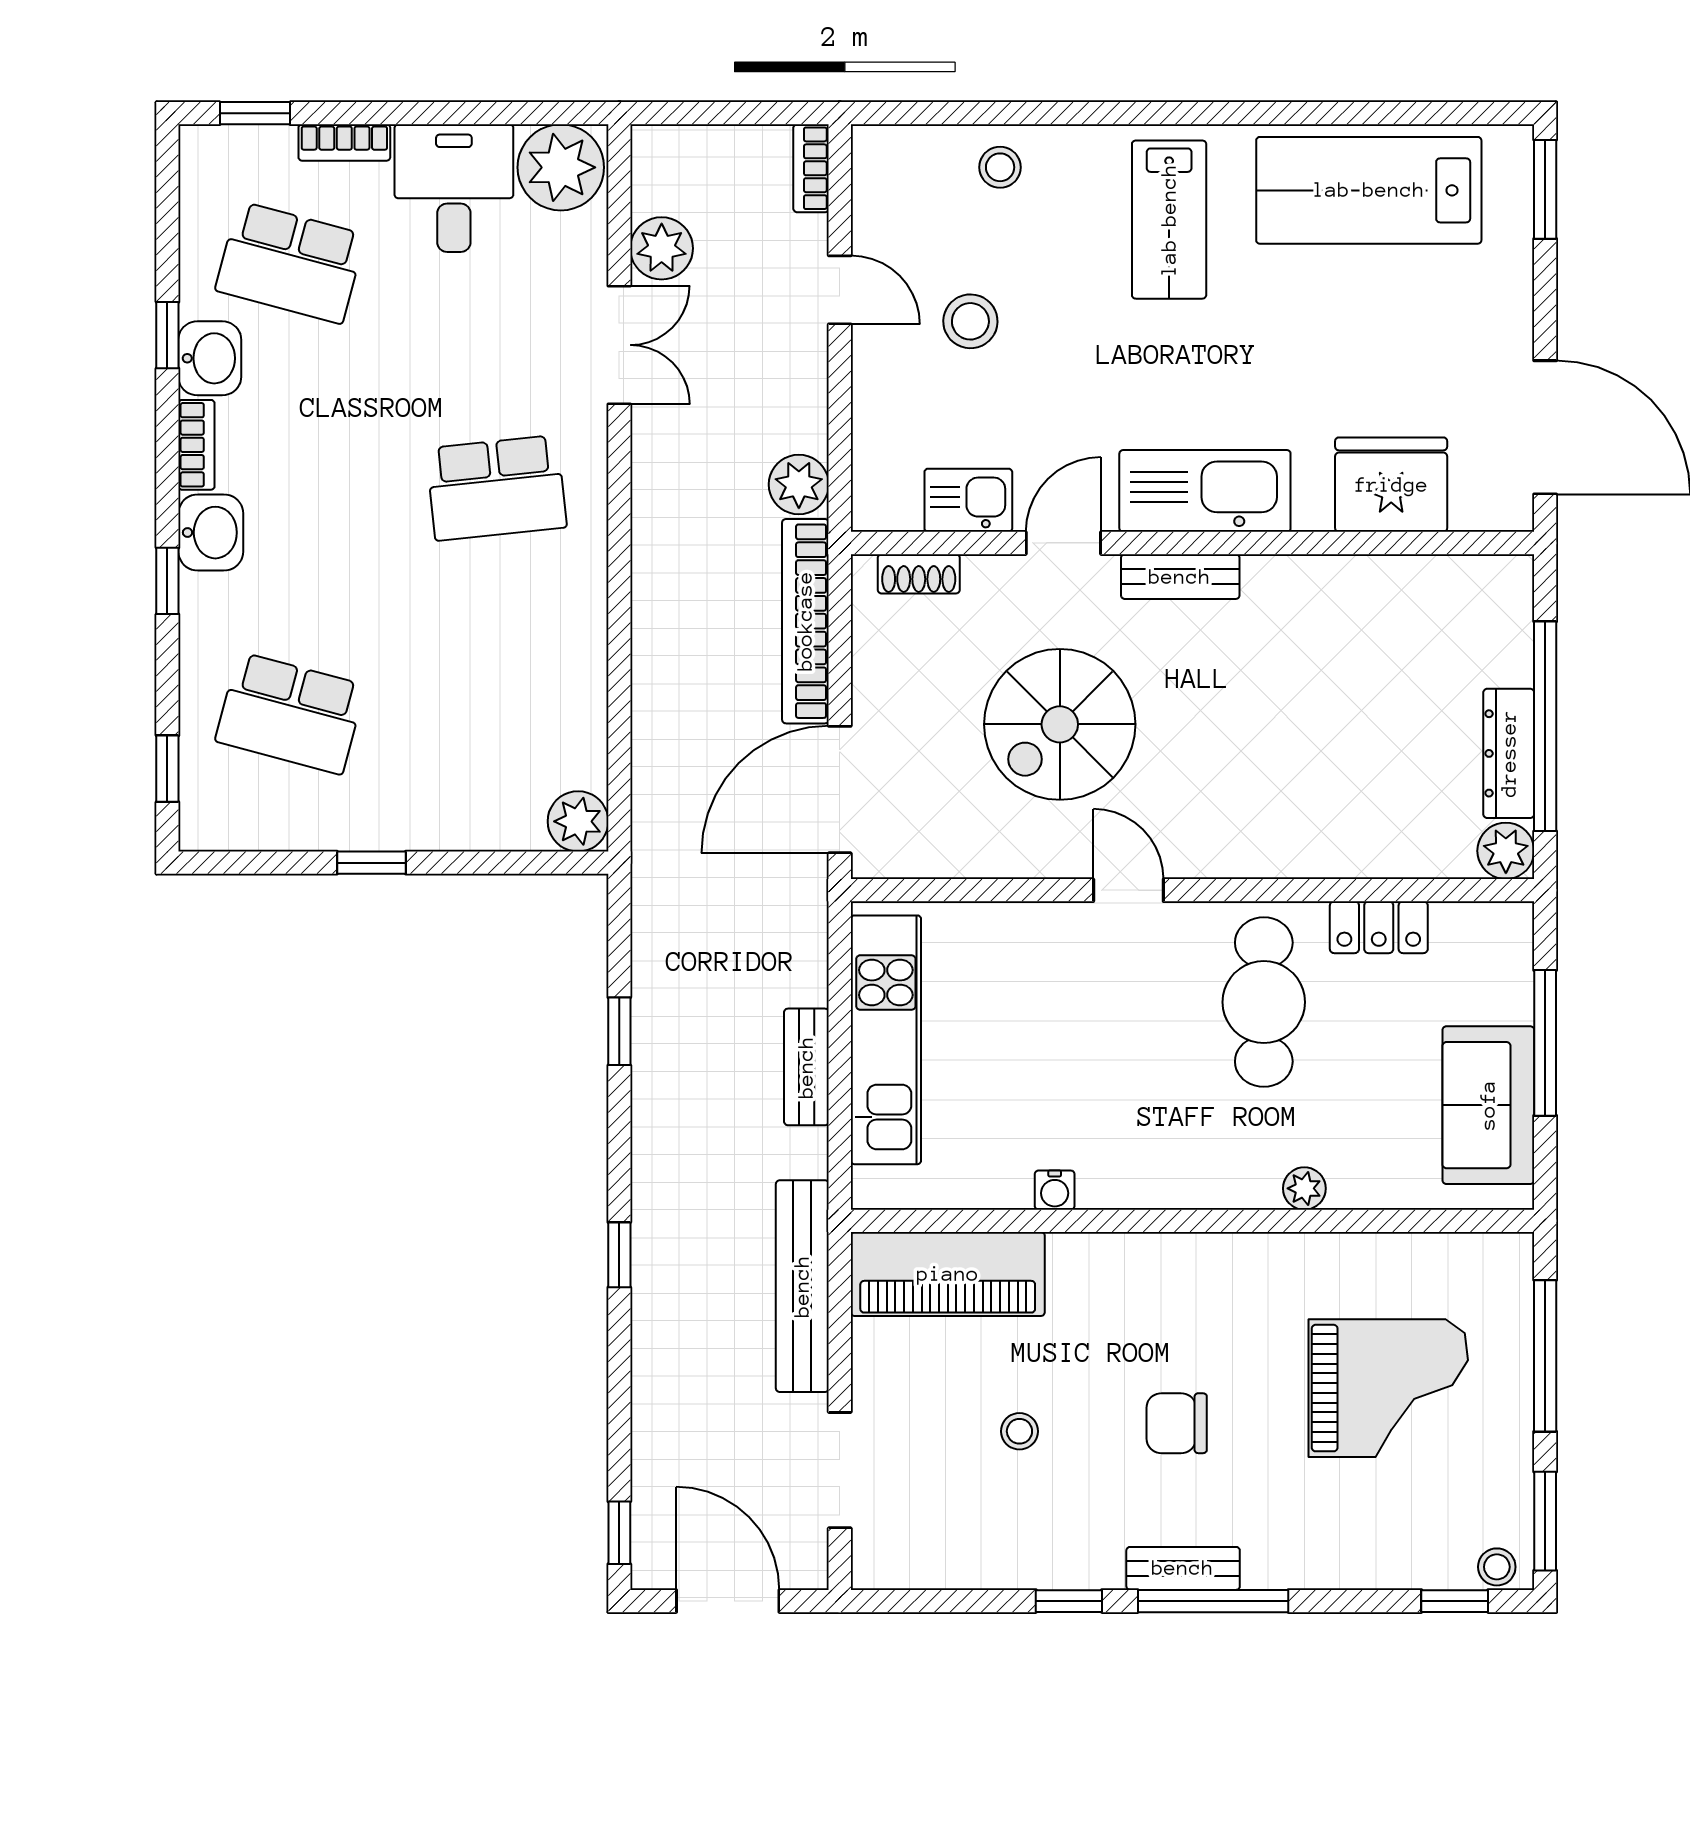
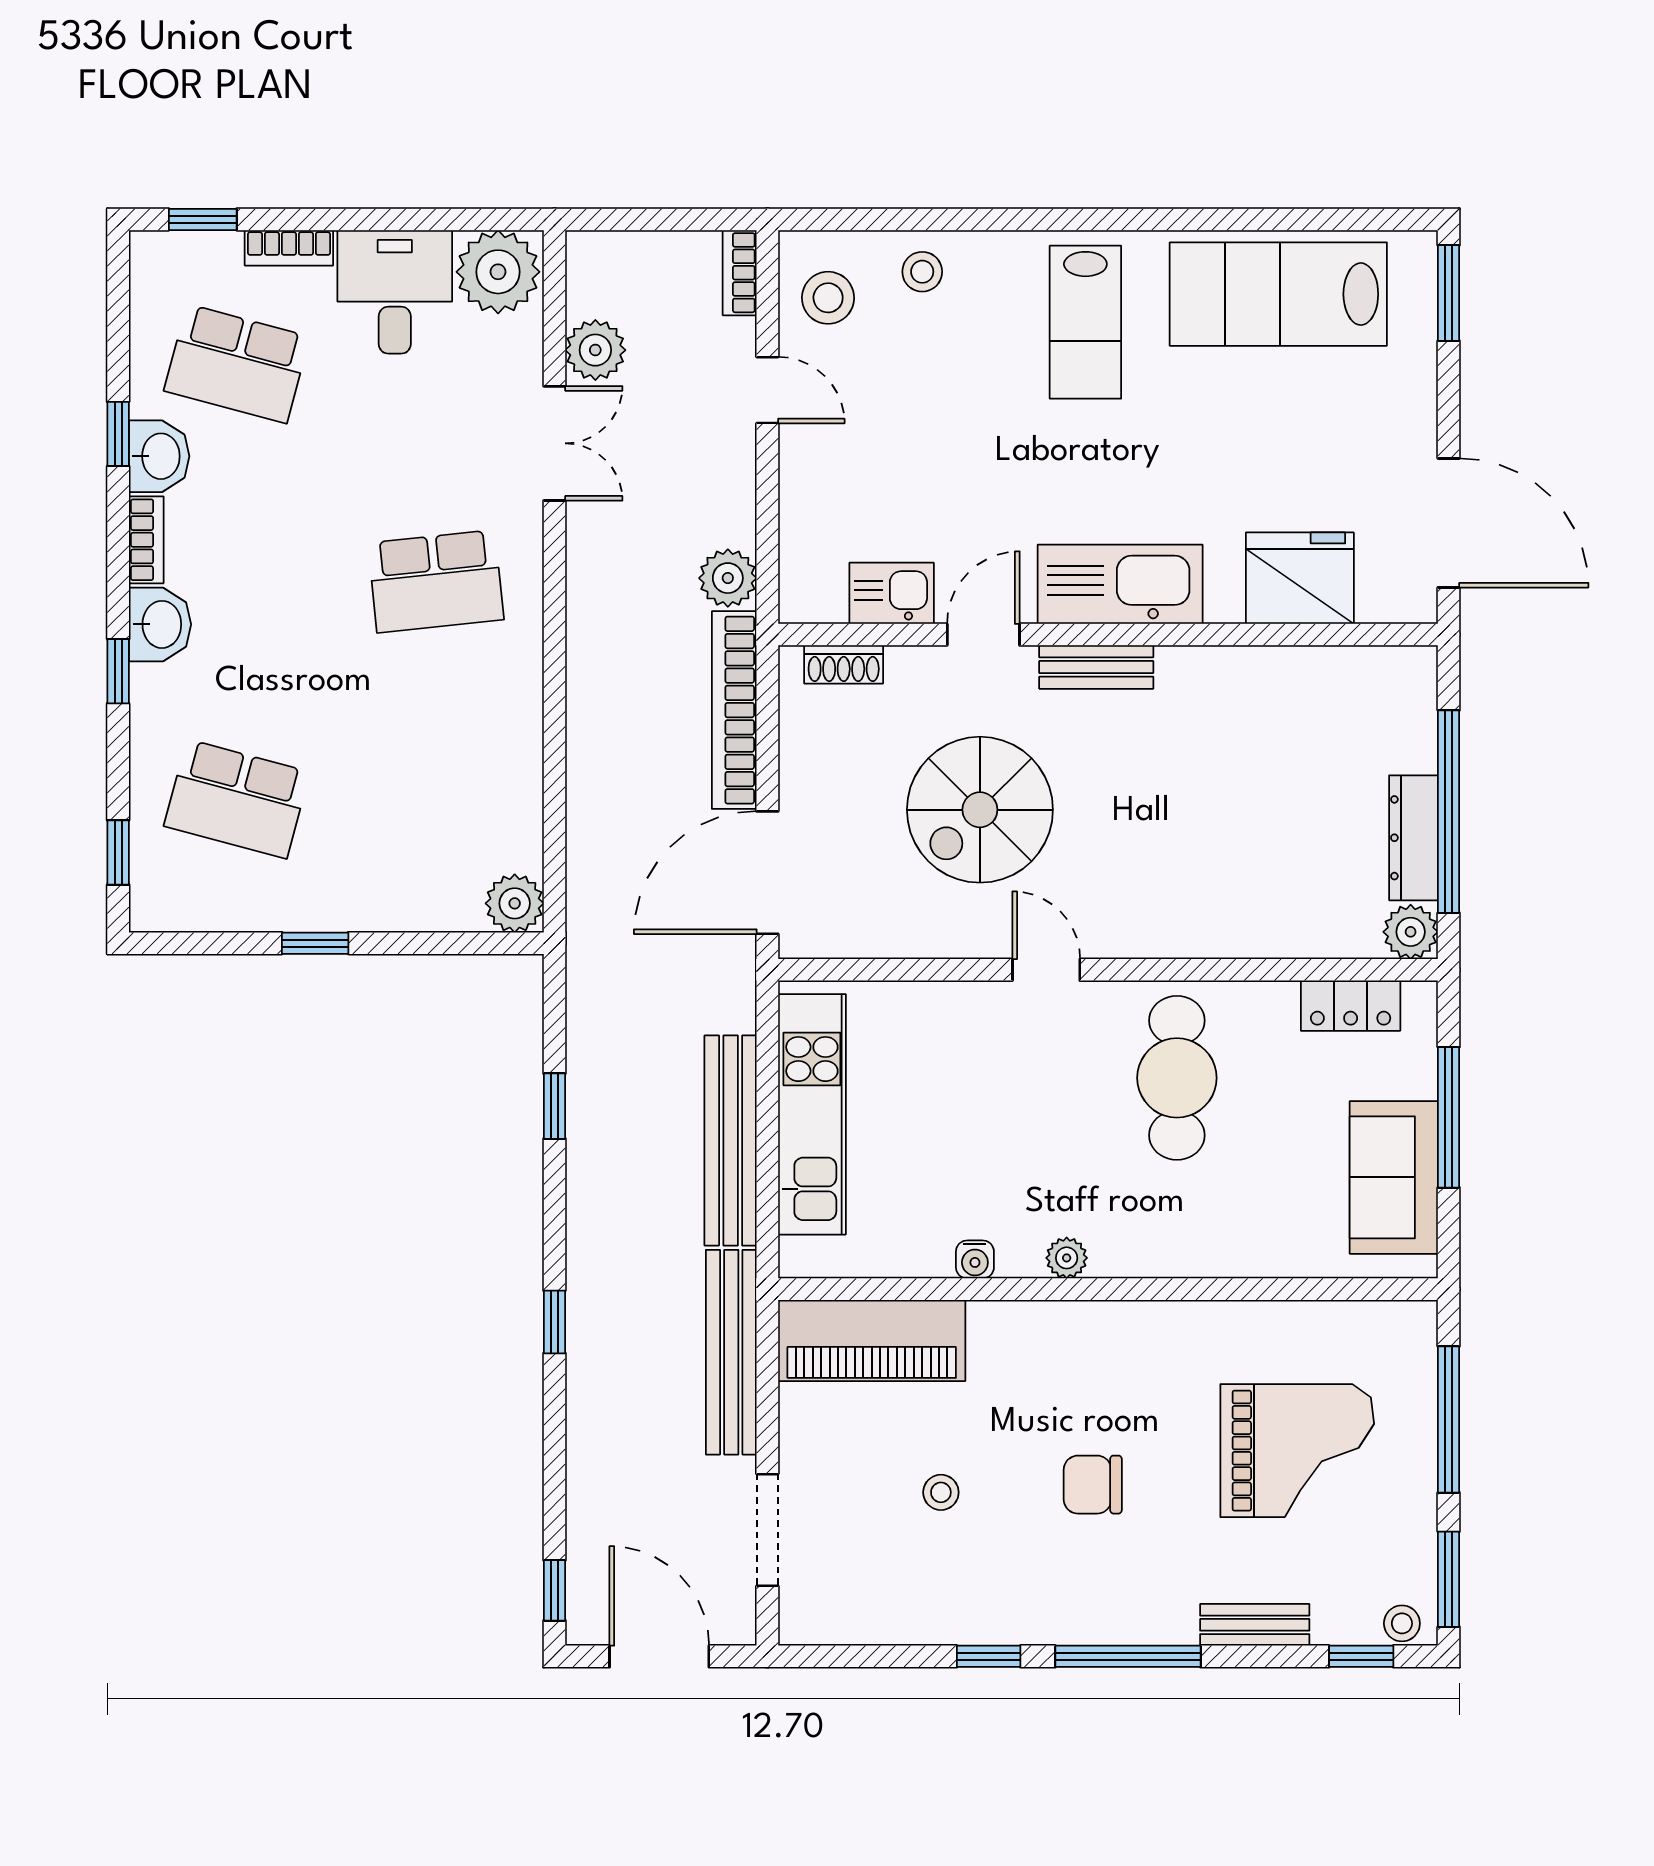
stool: (970, 321) -> (828, 298), moved
locker: (1379, 927) -> (1351, 1006), moved
bench: (806, 1067) -> (731, 1140), width x1.86, depth x1.21
plant: (1304, 1188) -> (1067, 1258), moved
bench: (1183, 1568) -> (1255, 1625), moved

